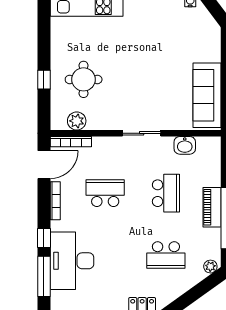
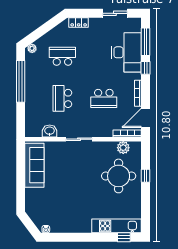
round table: (84, 79) -> (119, 176), width x1.36, depth x1.36
piano: (212, 207) -> (31, 89), removed

